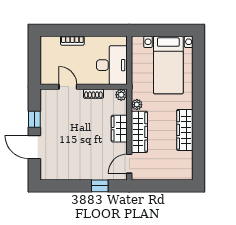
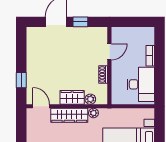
desk: (112, 65) -> (141, 84), moved, turned -90
plant: (121, 95) -> (90, 99), moved

